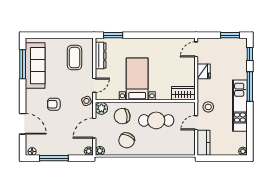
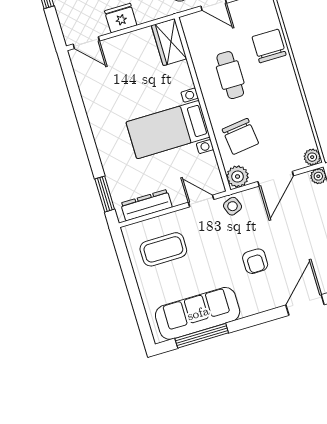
cafe table: (156, 120) -> (230, 75), width x0.73, depth x0.74
door: (94, 128) -> (276, 179), hinge flipped
chair: (127, 140) -> (269, 46), moved, turned -115

